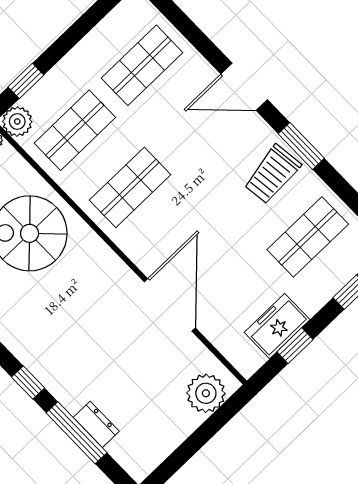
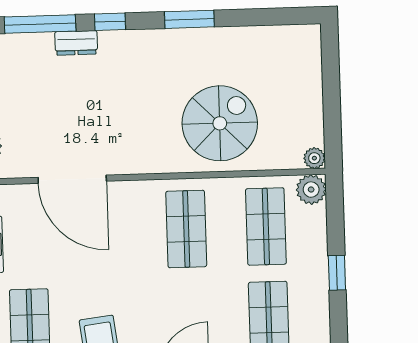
window: (26, 81) -> (337, 273), moved
dresser: (96, 424) -> (76, 43), moved

